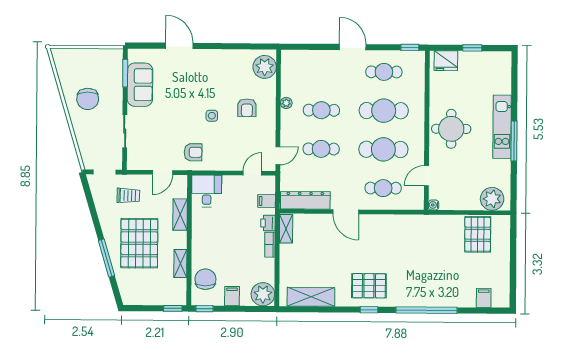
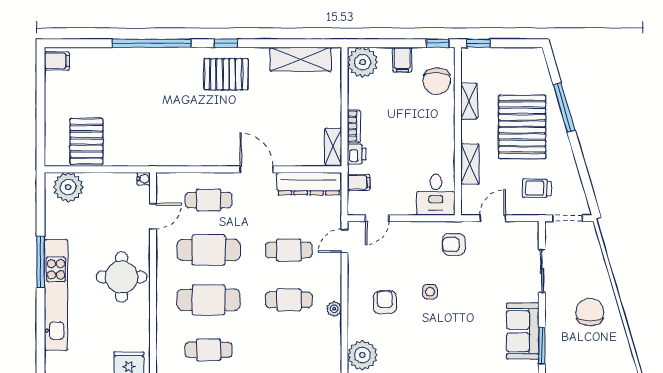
kitchen unit: (502, 127) -> (56, 295), width x1.36
filing cabinet: (484, 298) -> (57, 61), moved, turned -90

